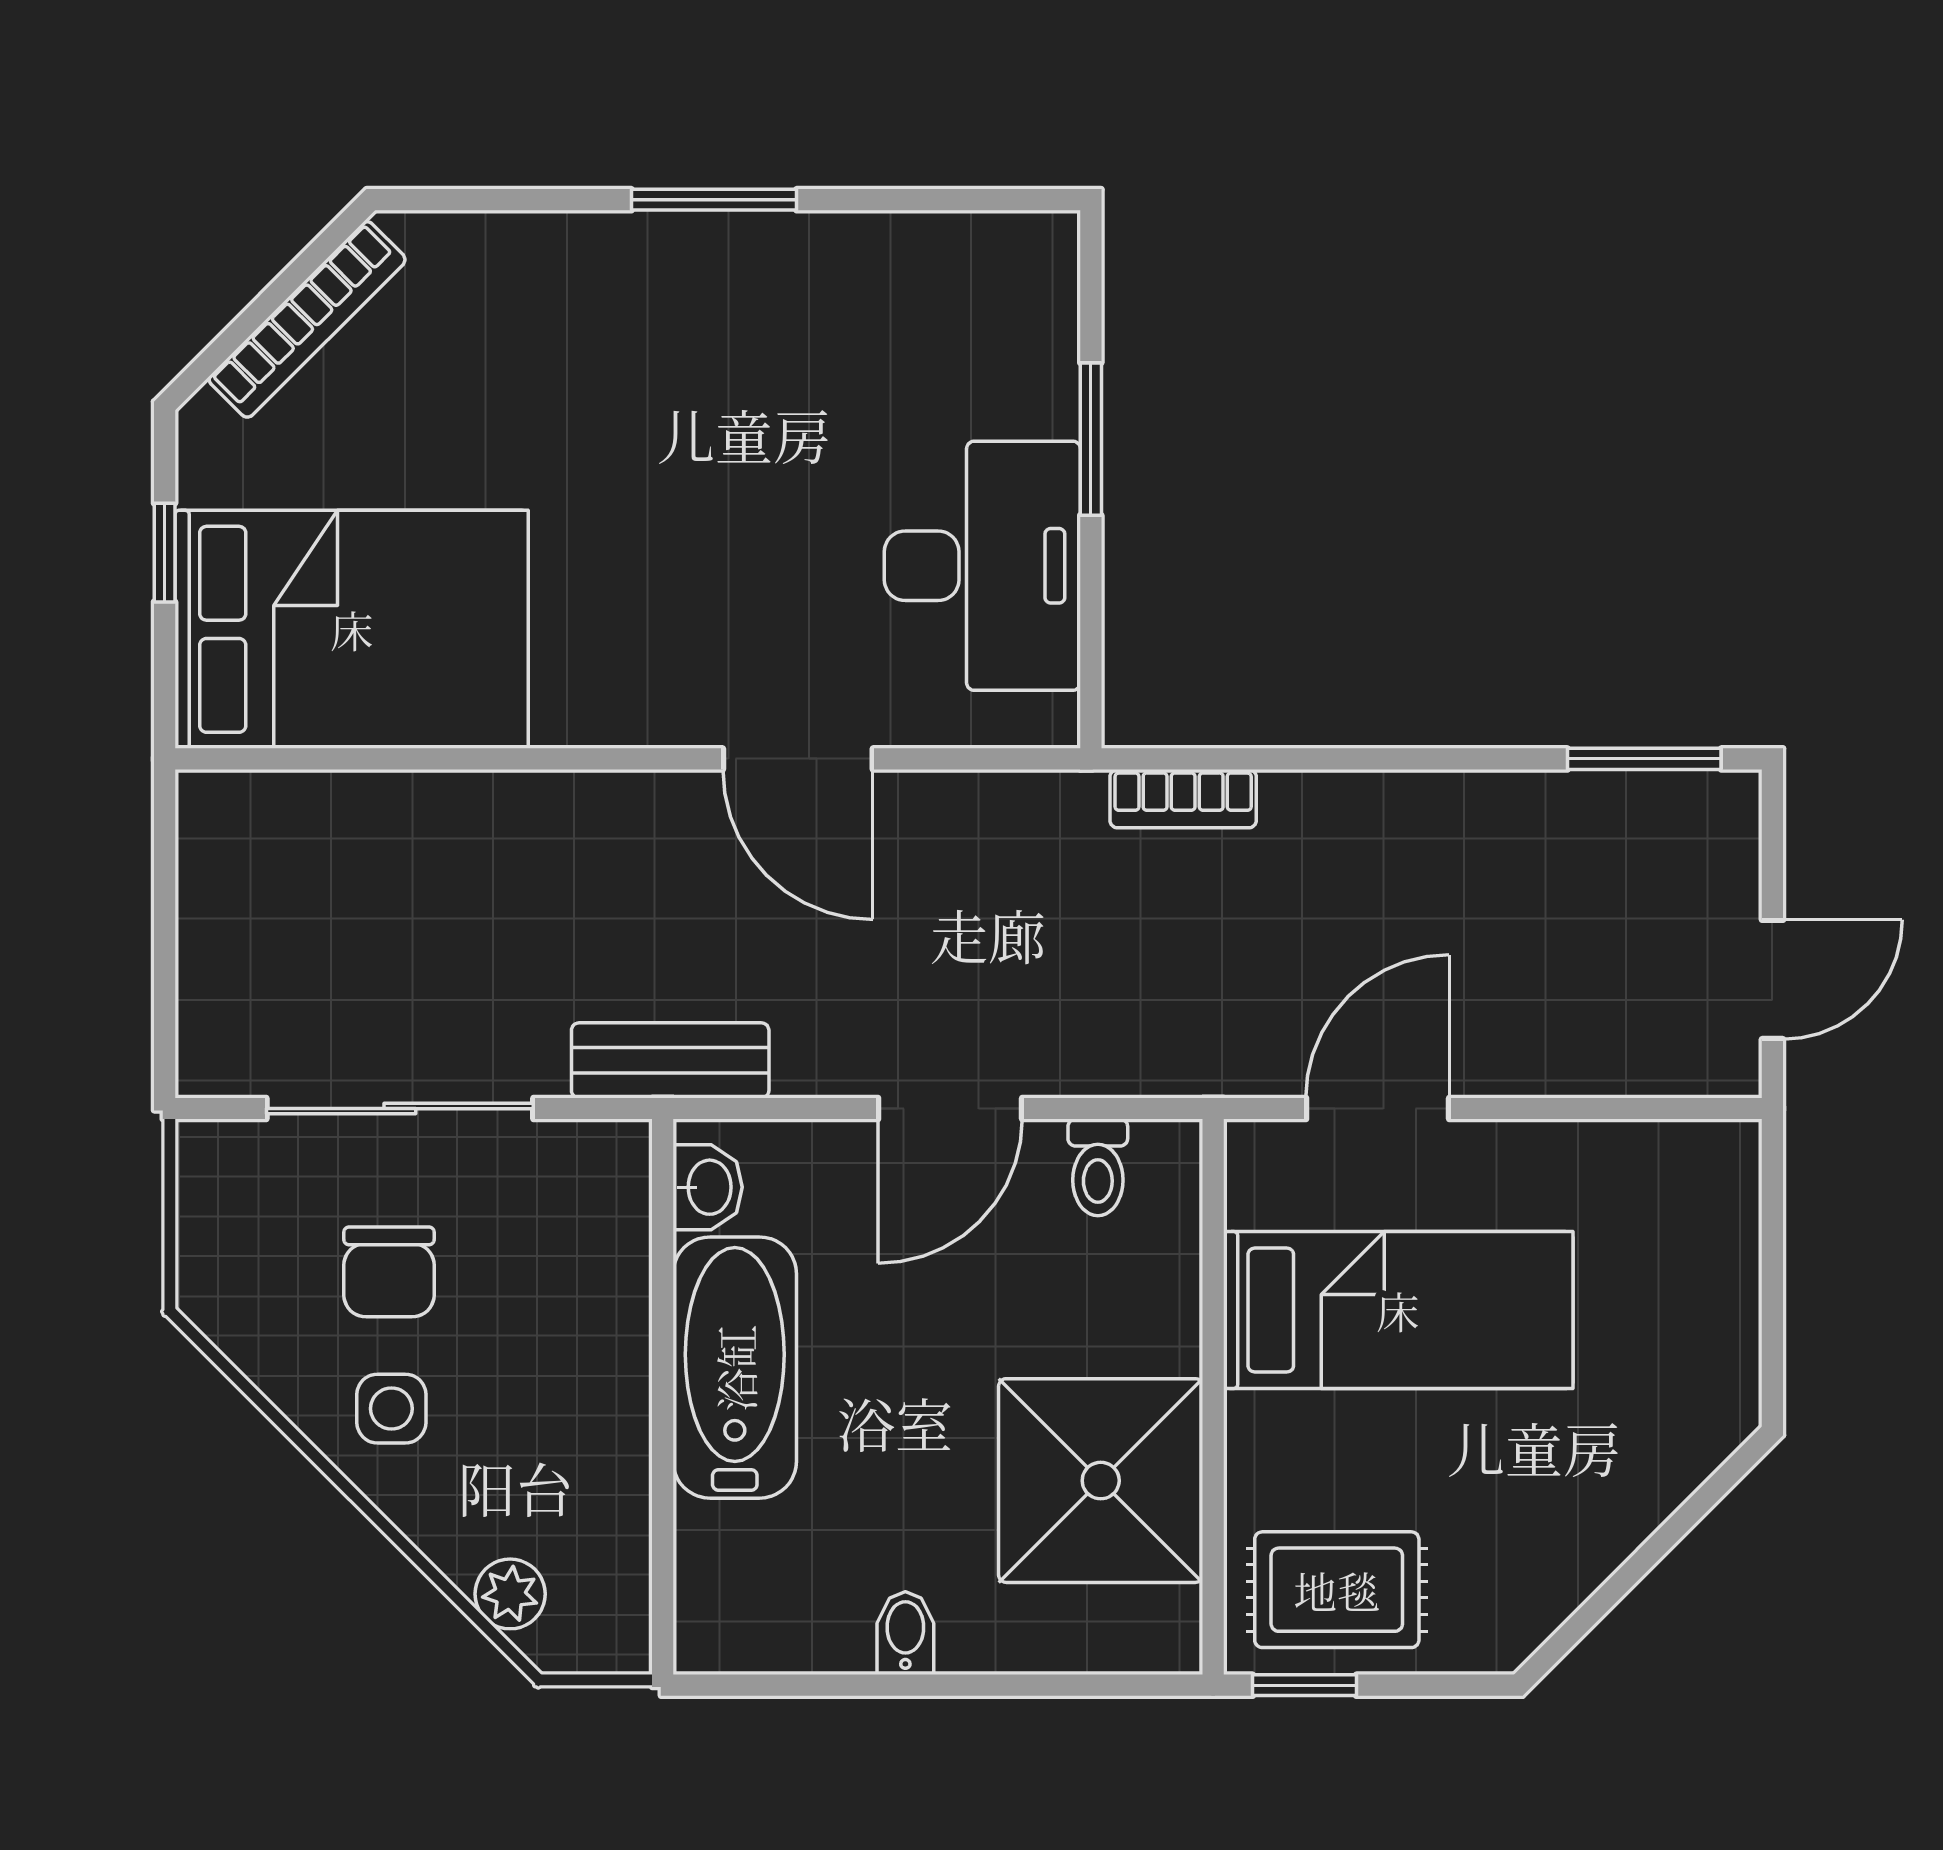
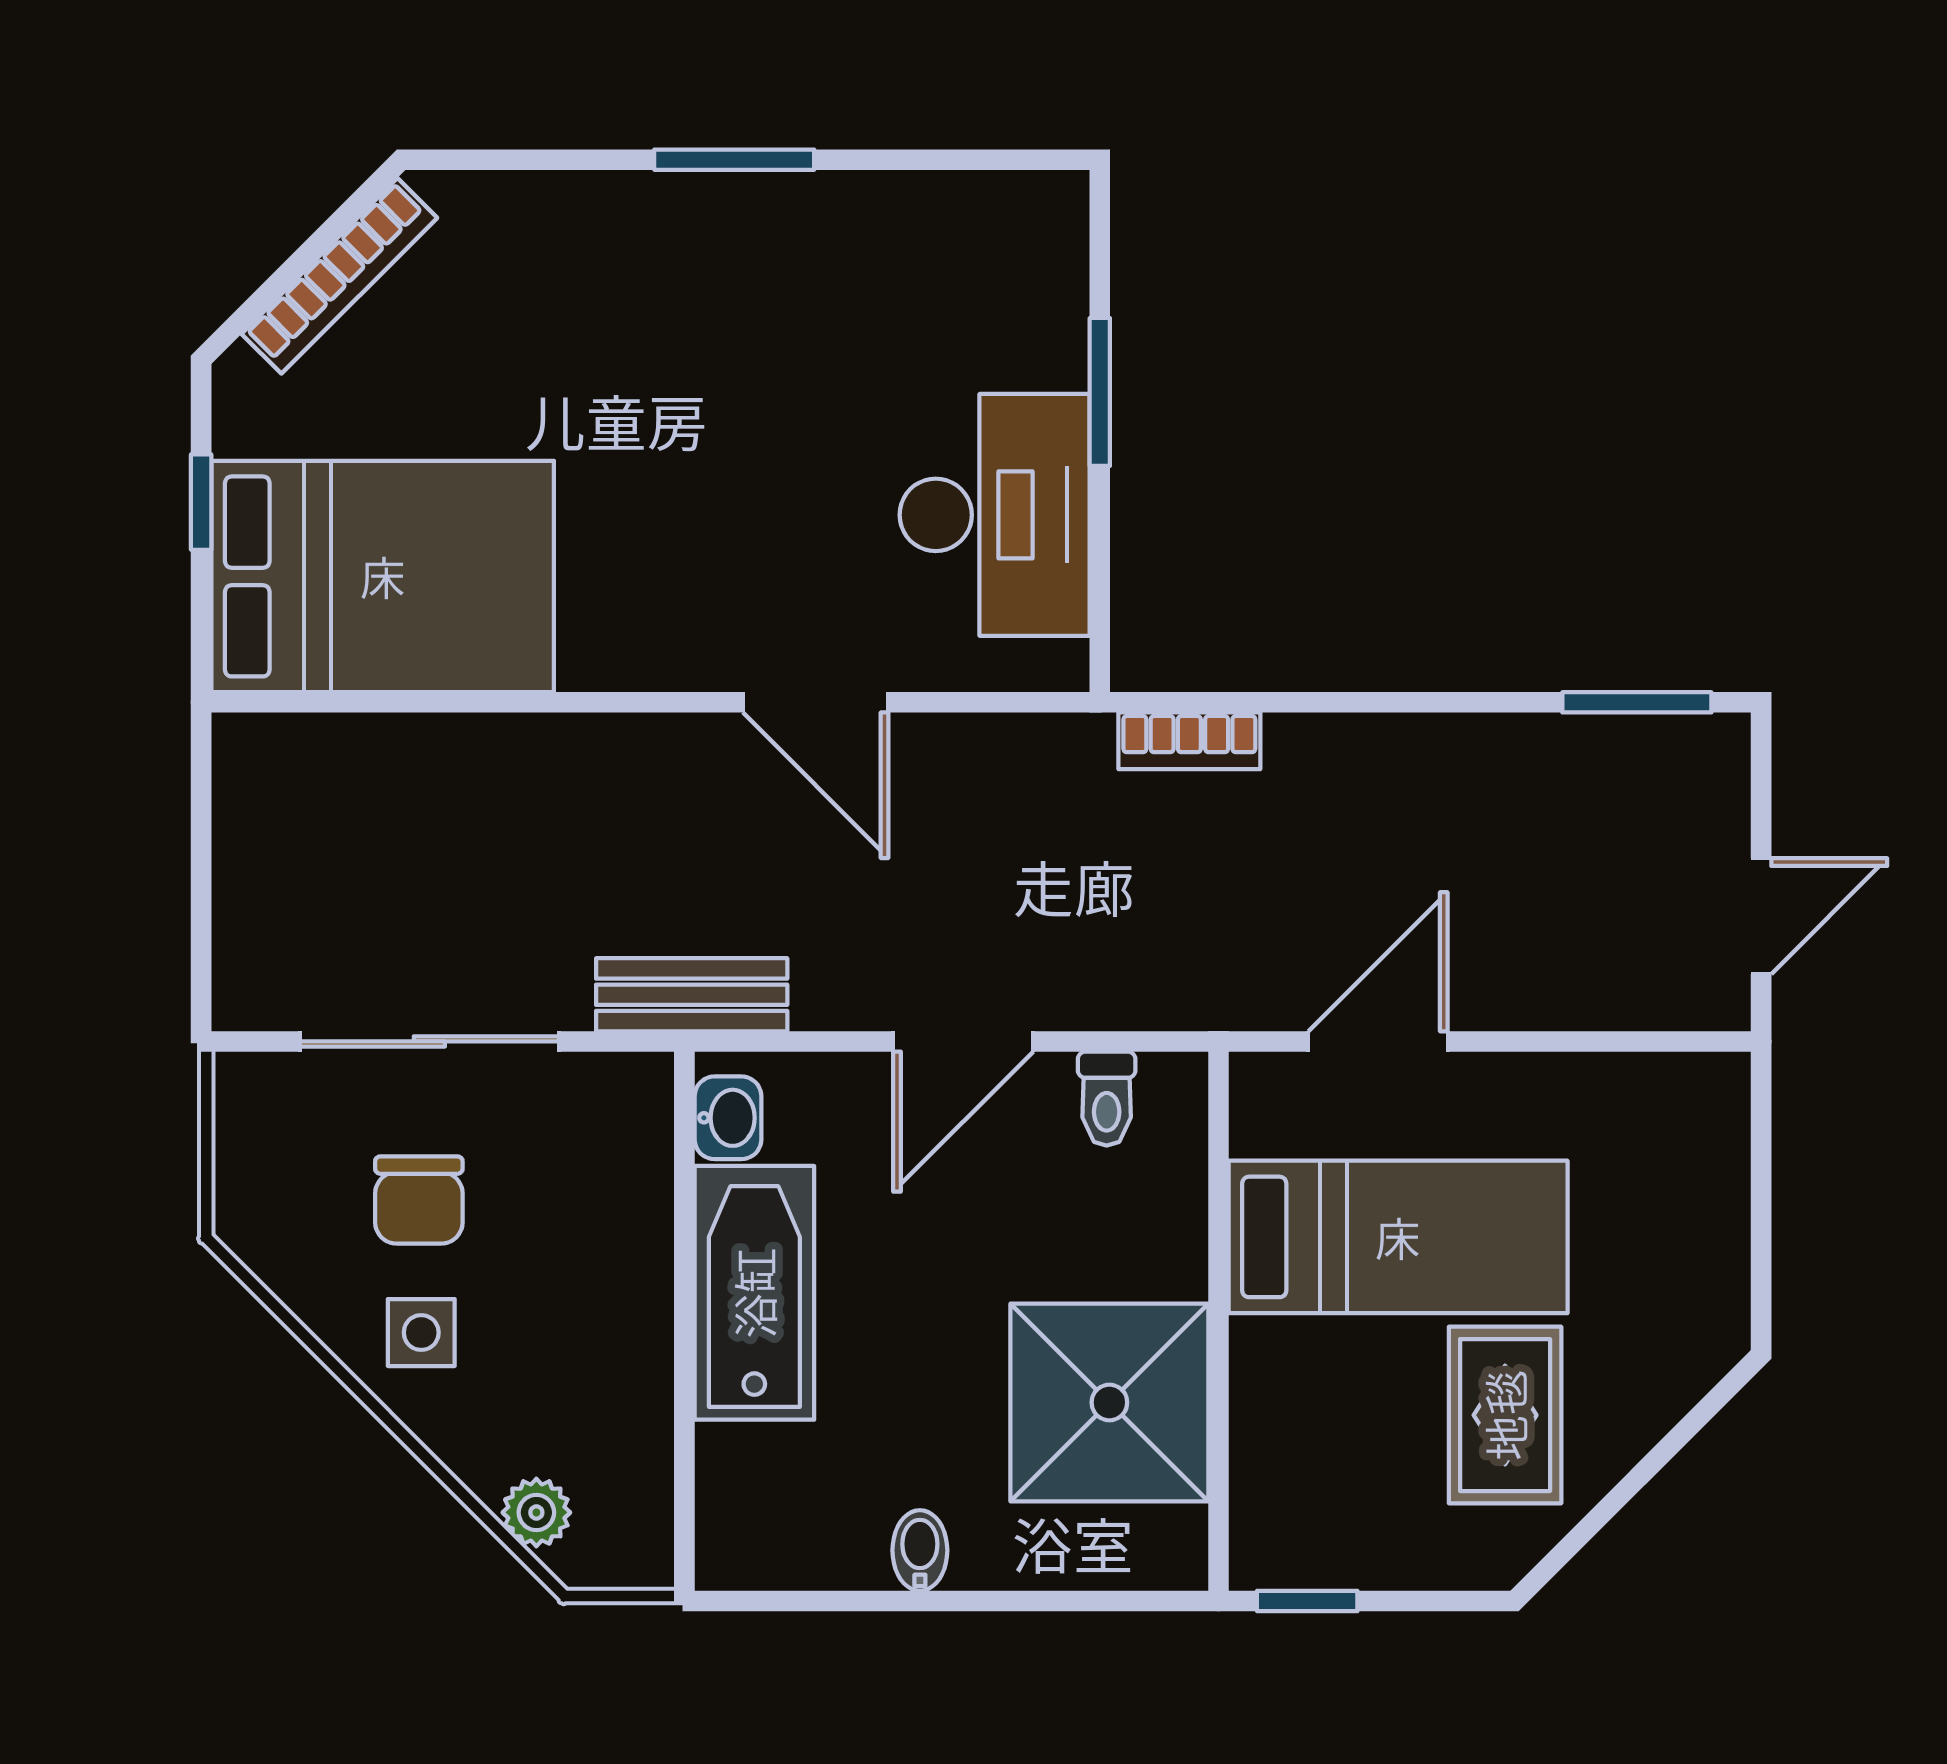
rug: (1337, 1590) -> (1505, 1415), moved, turned 90

